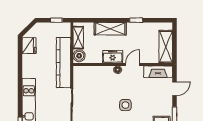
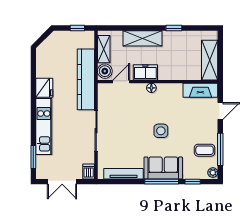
fridge: (29, 46) -> (44, 88), moved
door: (133, 64) -> (121, 82), moved

